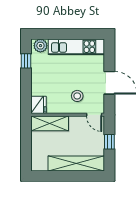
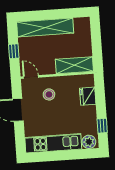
fridge: (39, 105) -> (88, 96), moved

